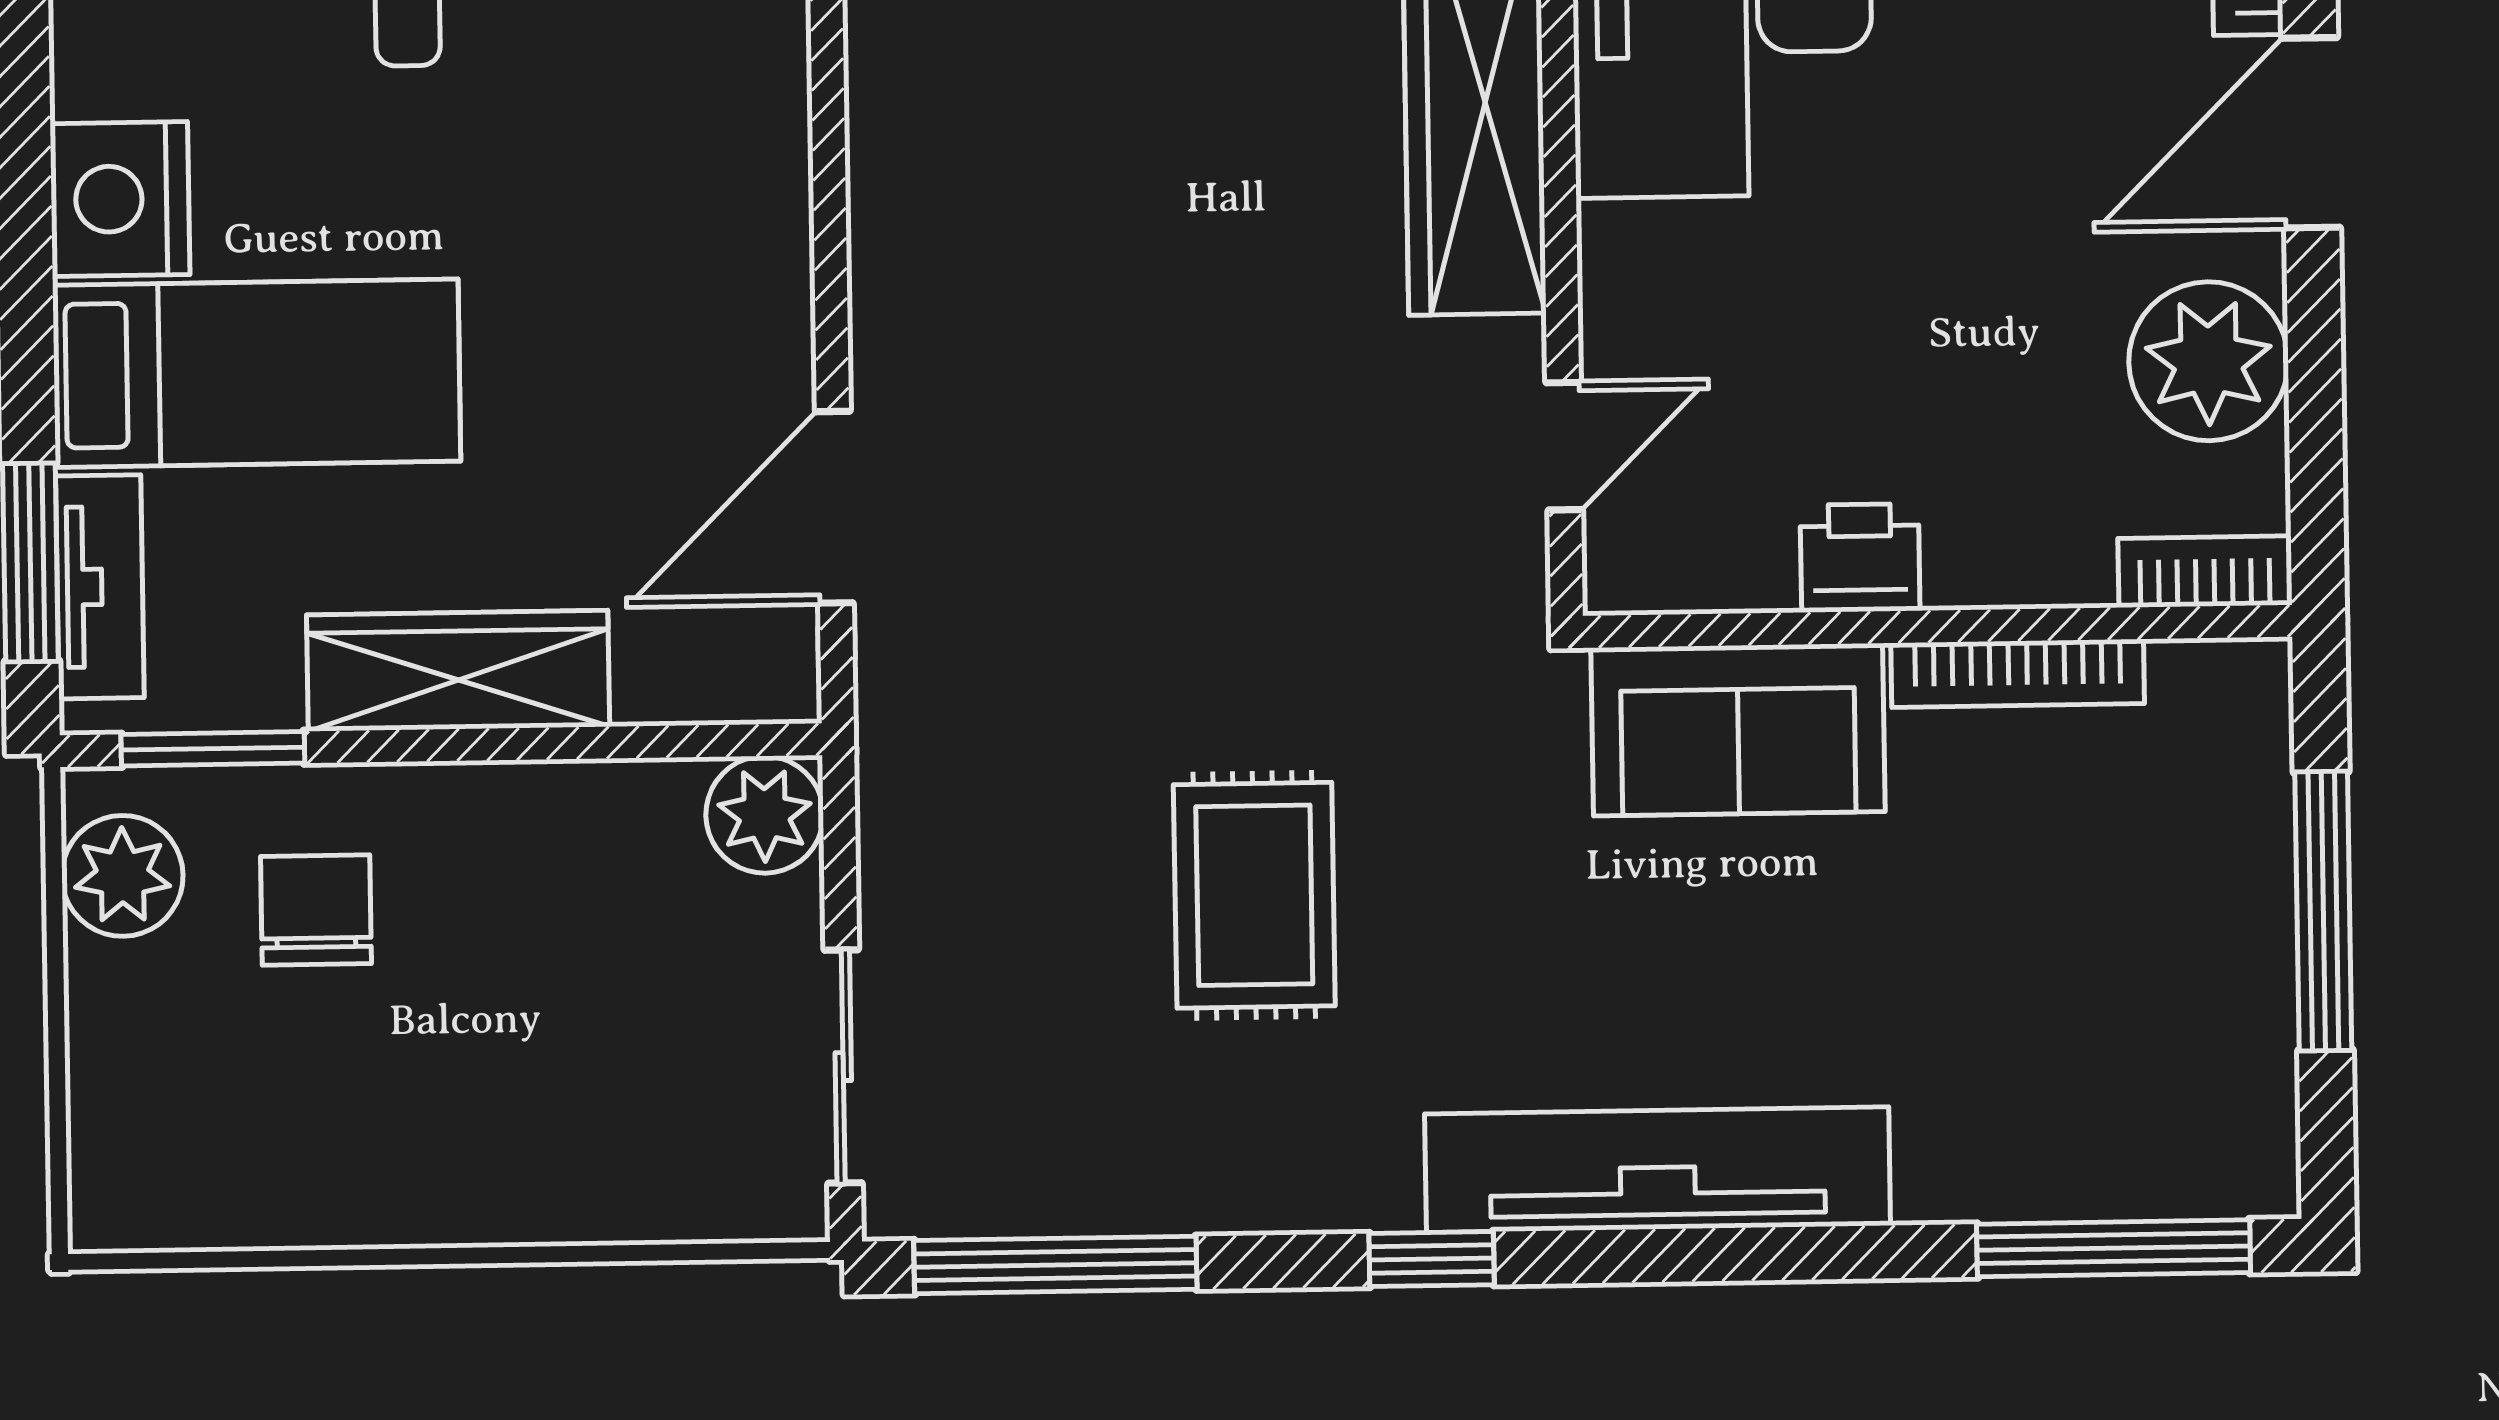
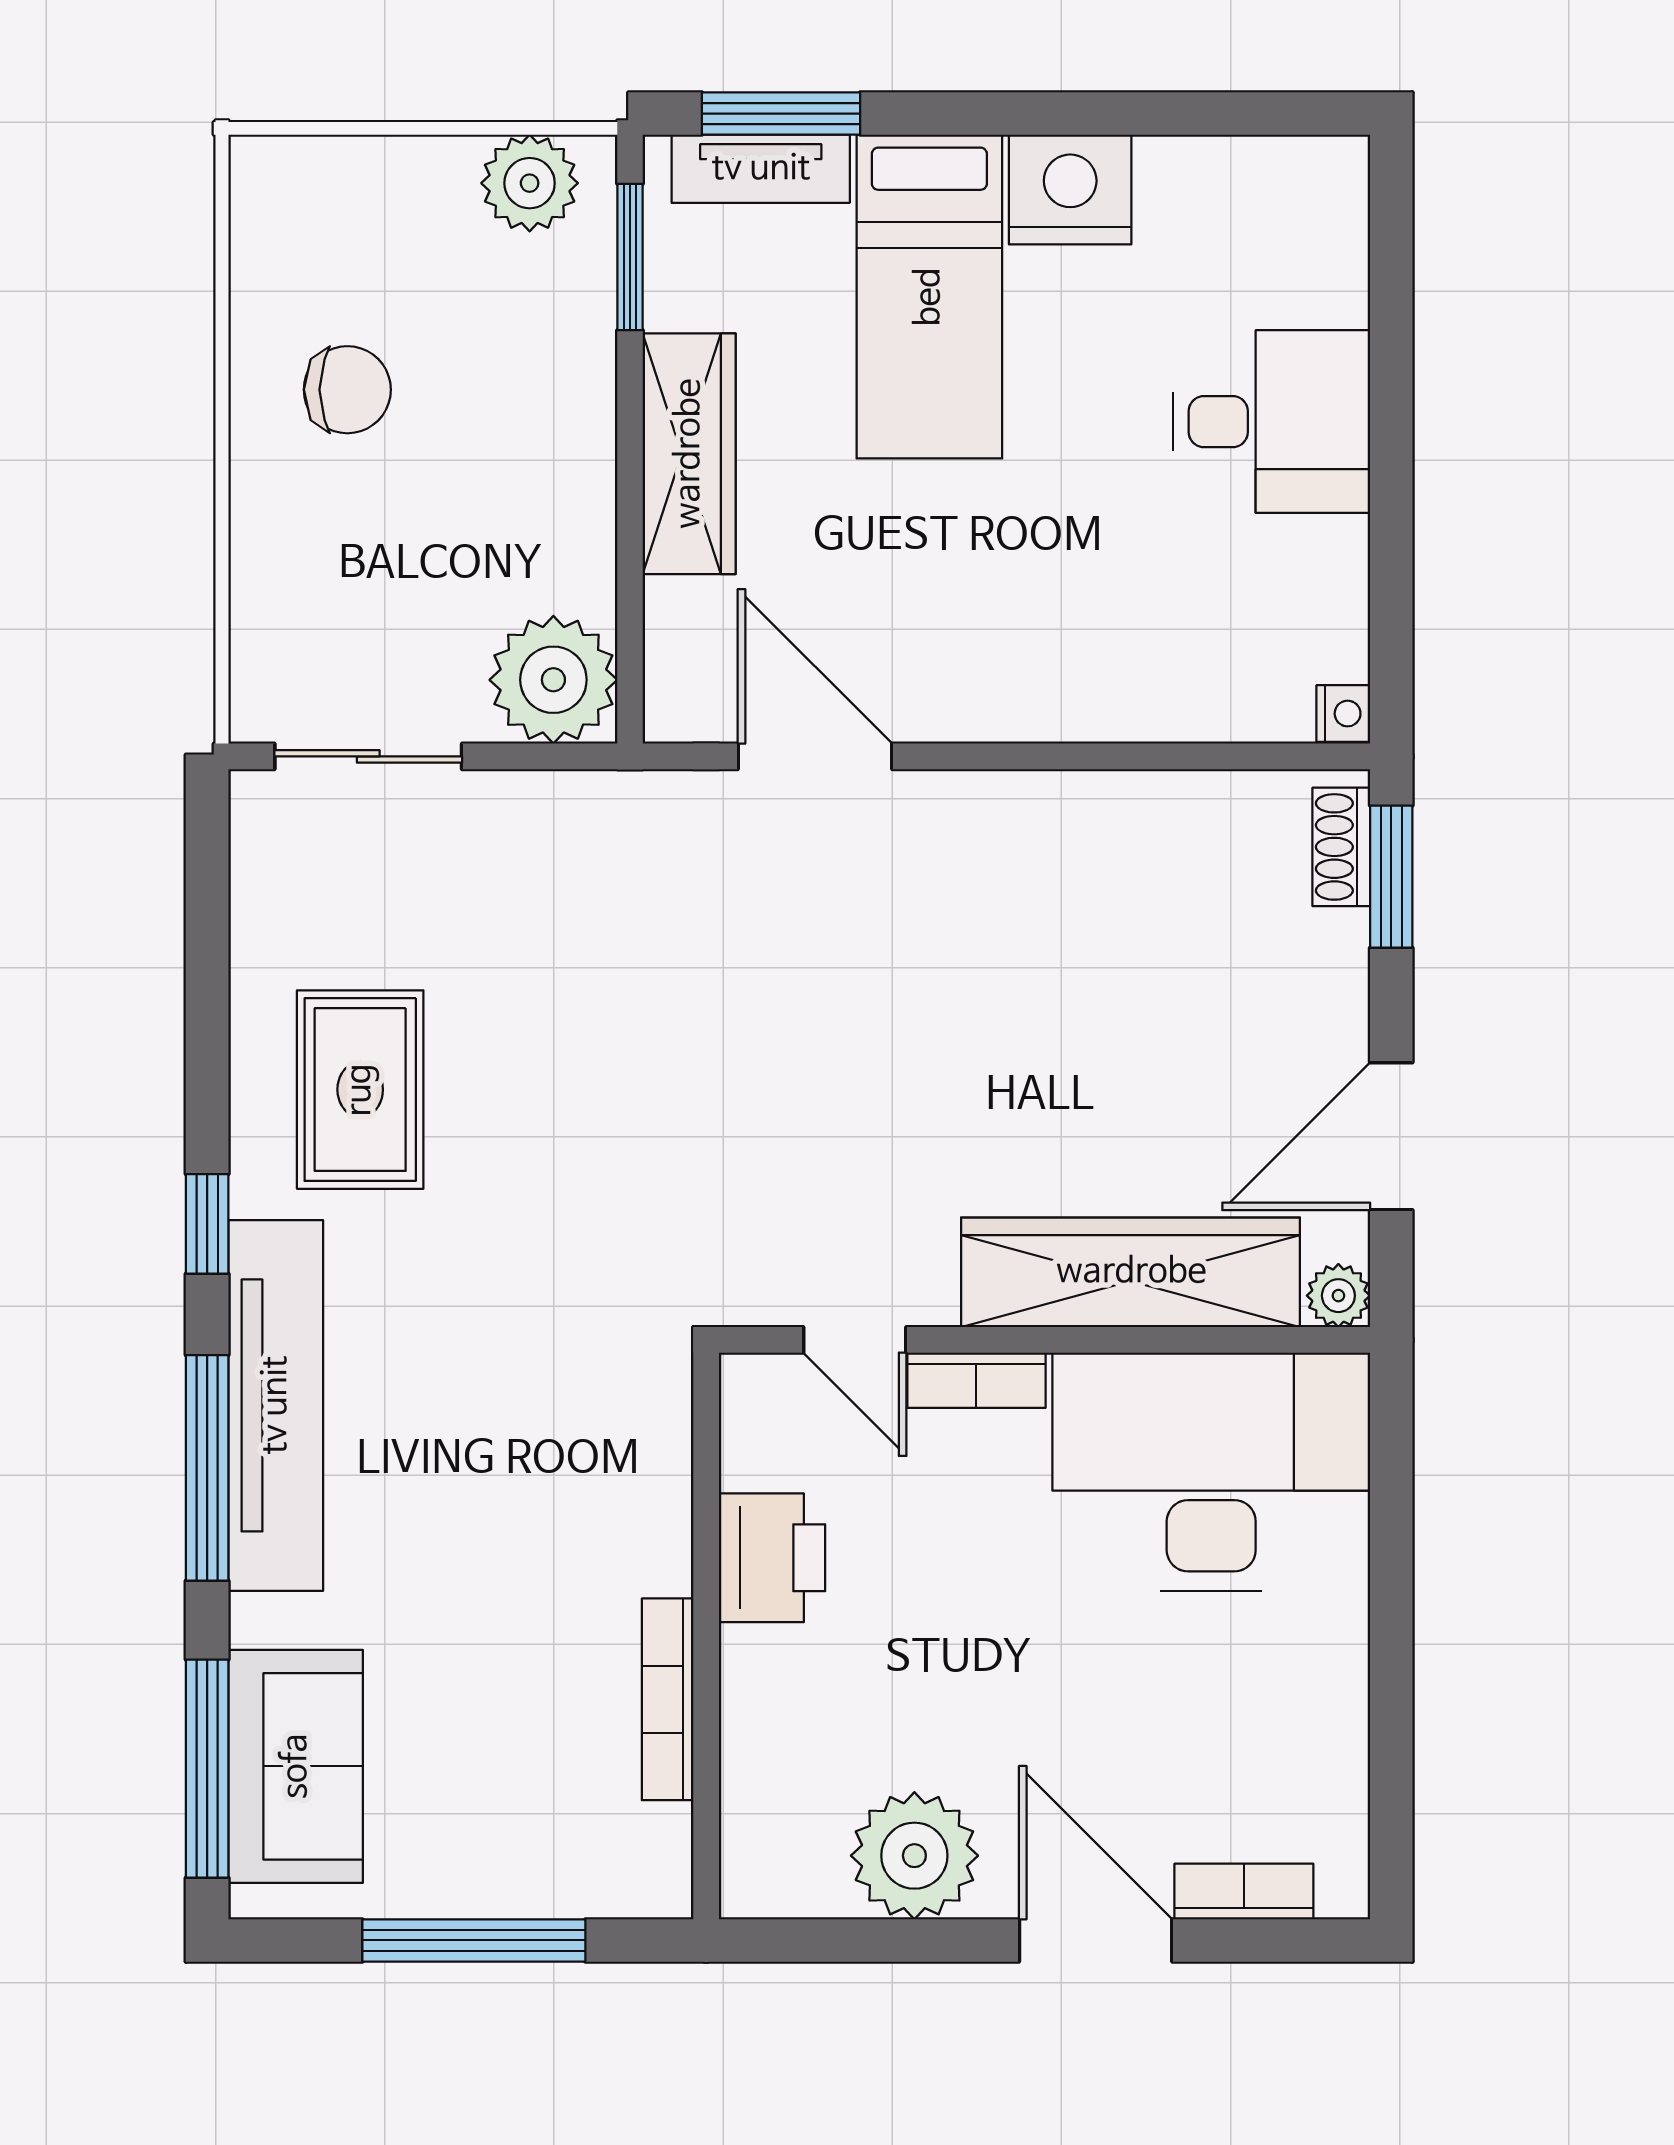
printer: (1860, 558) -> (772, 1558), width x1.36, depth x1.24
bookcase: (2205, 572) -> (976, 1380), moved, turned 90
sofa: (1738, 730) -> (296, 1766), moved, turned 180
plant: (765, 815) -> (553, 680), width x1.36, depth x1.36
rug: (1254, 895) -> (360, 1090), moved, turned 90
chair: (316, 910) -> (347, 390), moved
window: (1055, 1265) -> (207, 1468), moved

